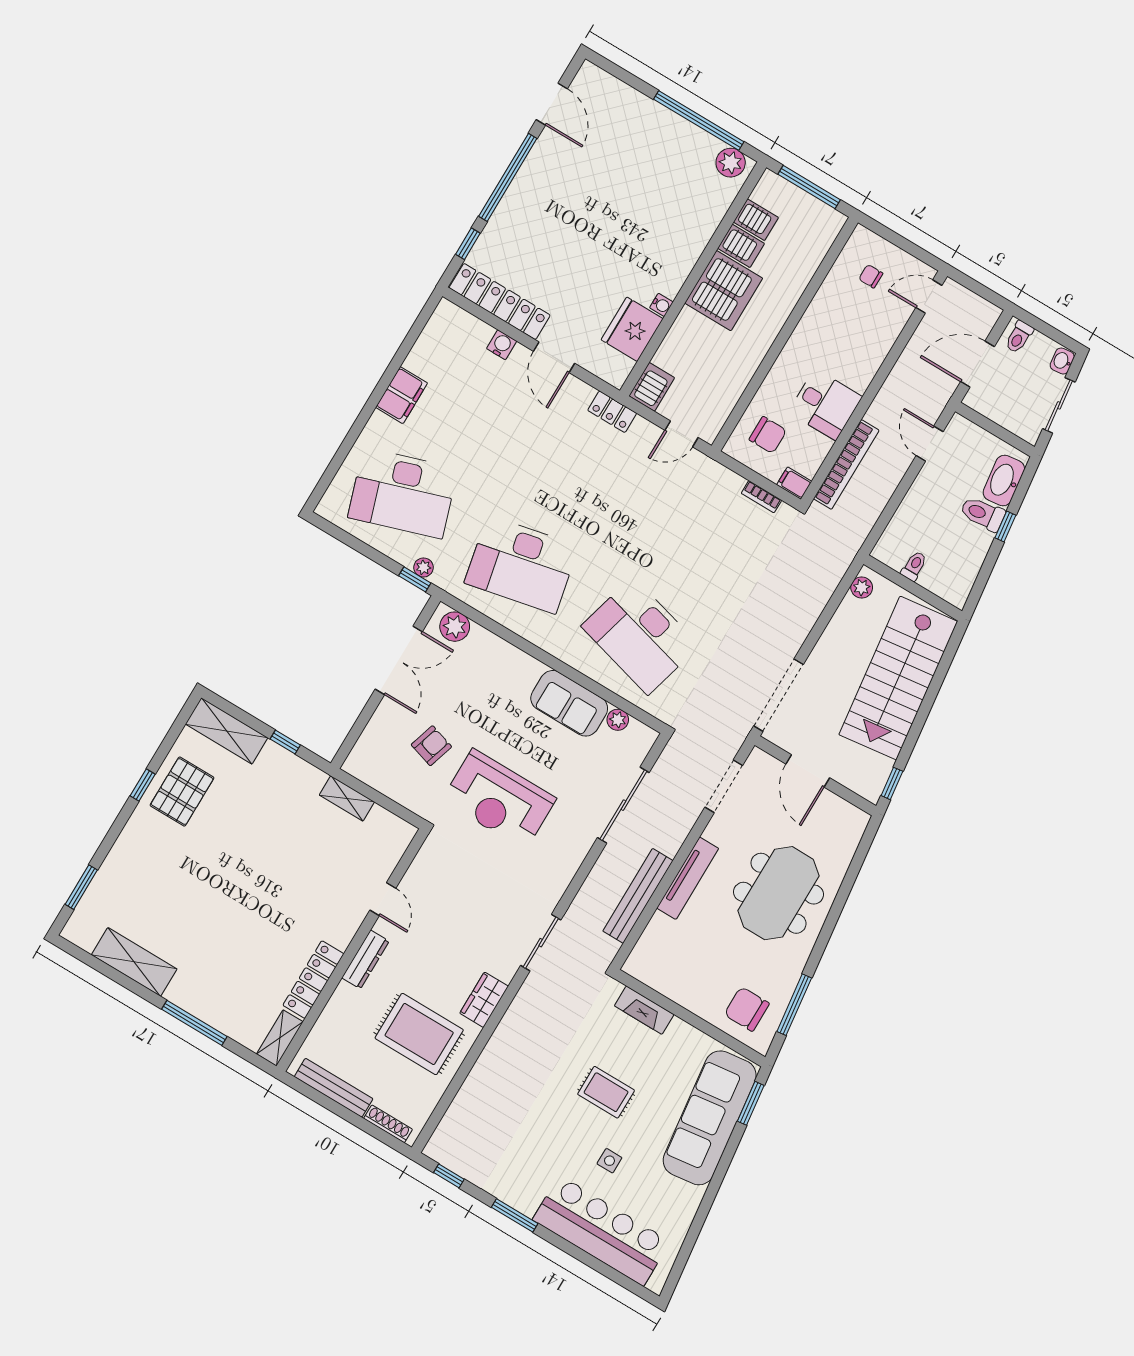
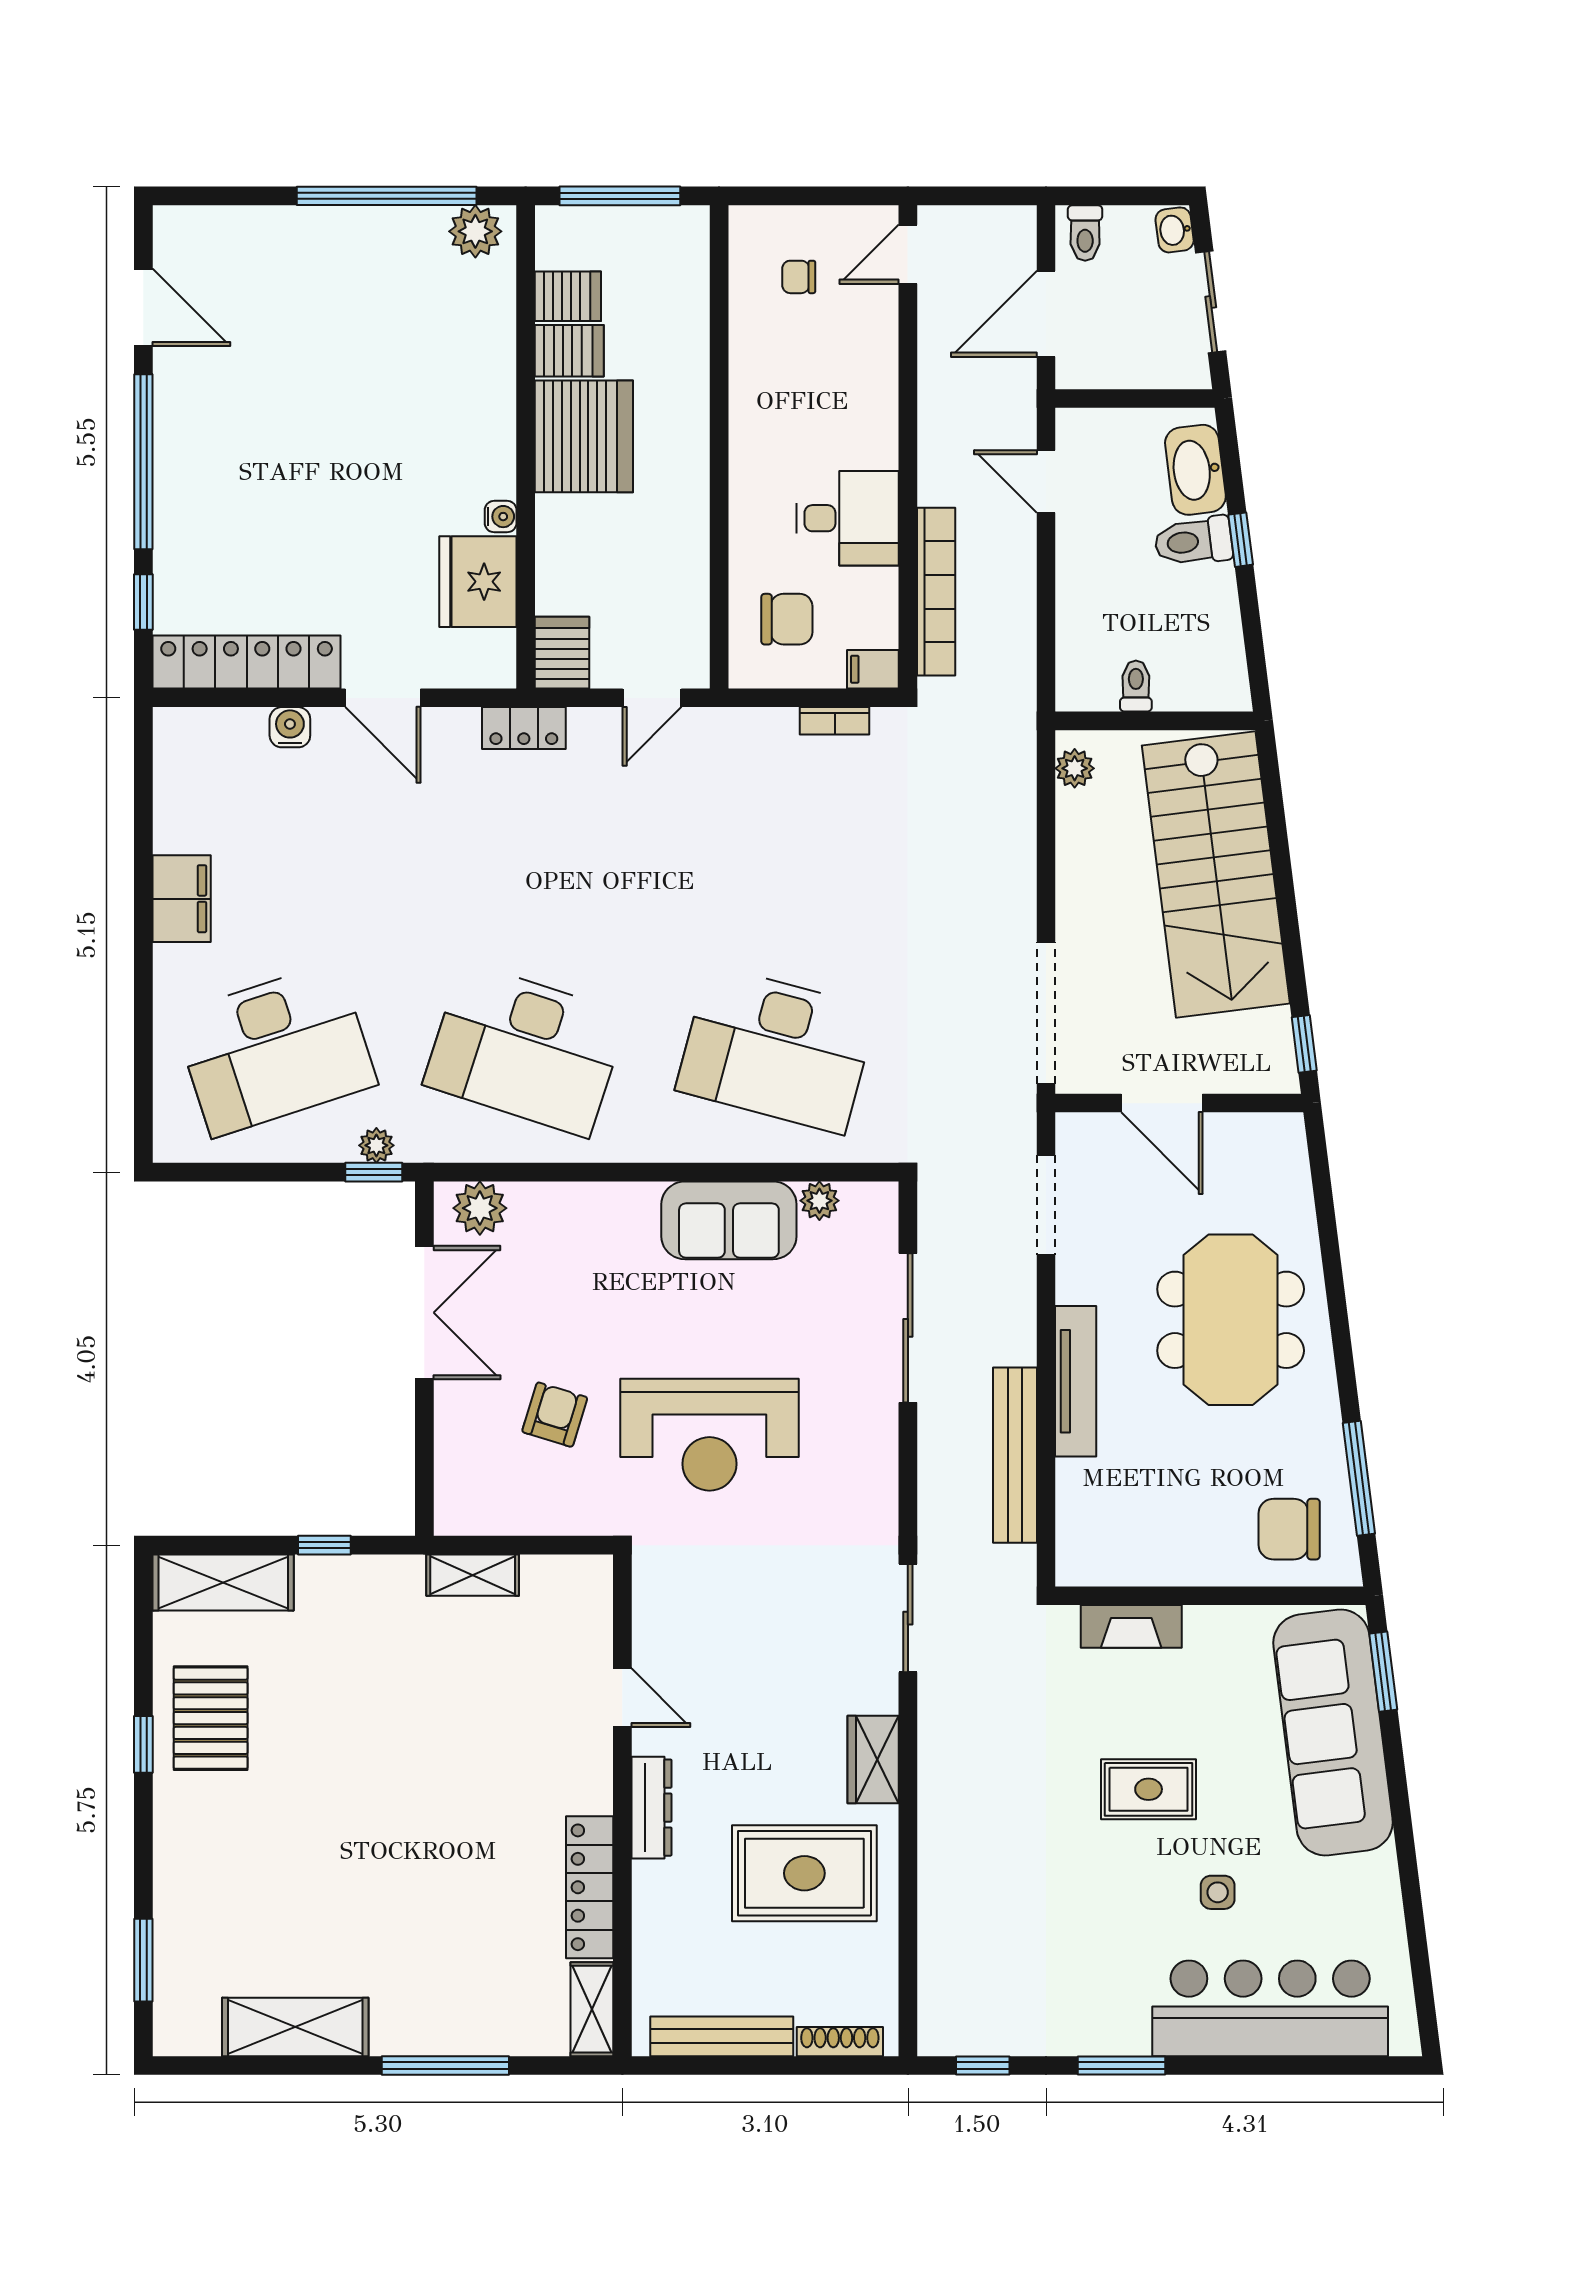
desk: (522, 565) -> (526, 1050), turned 30

